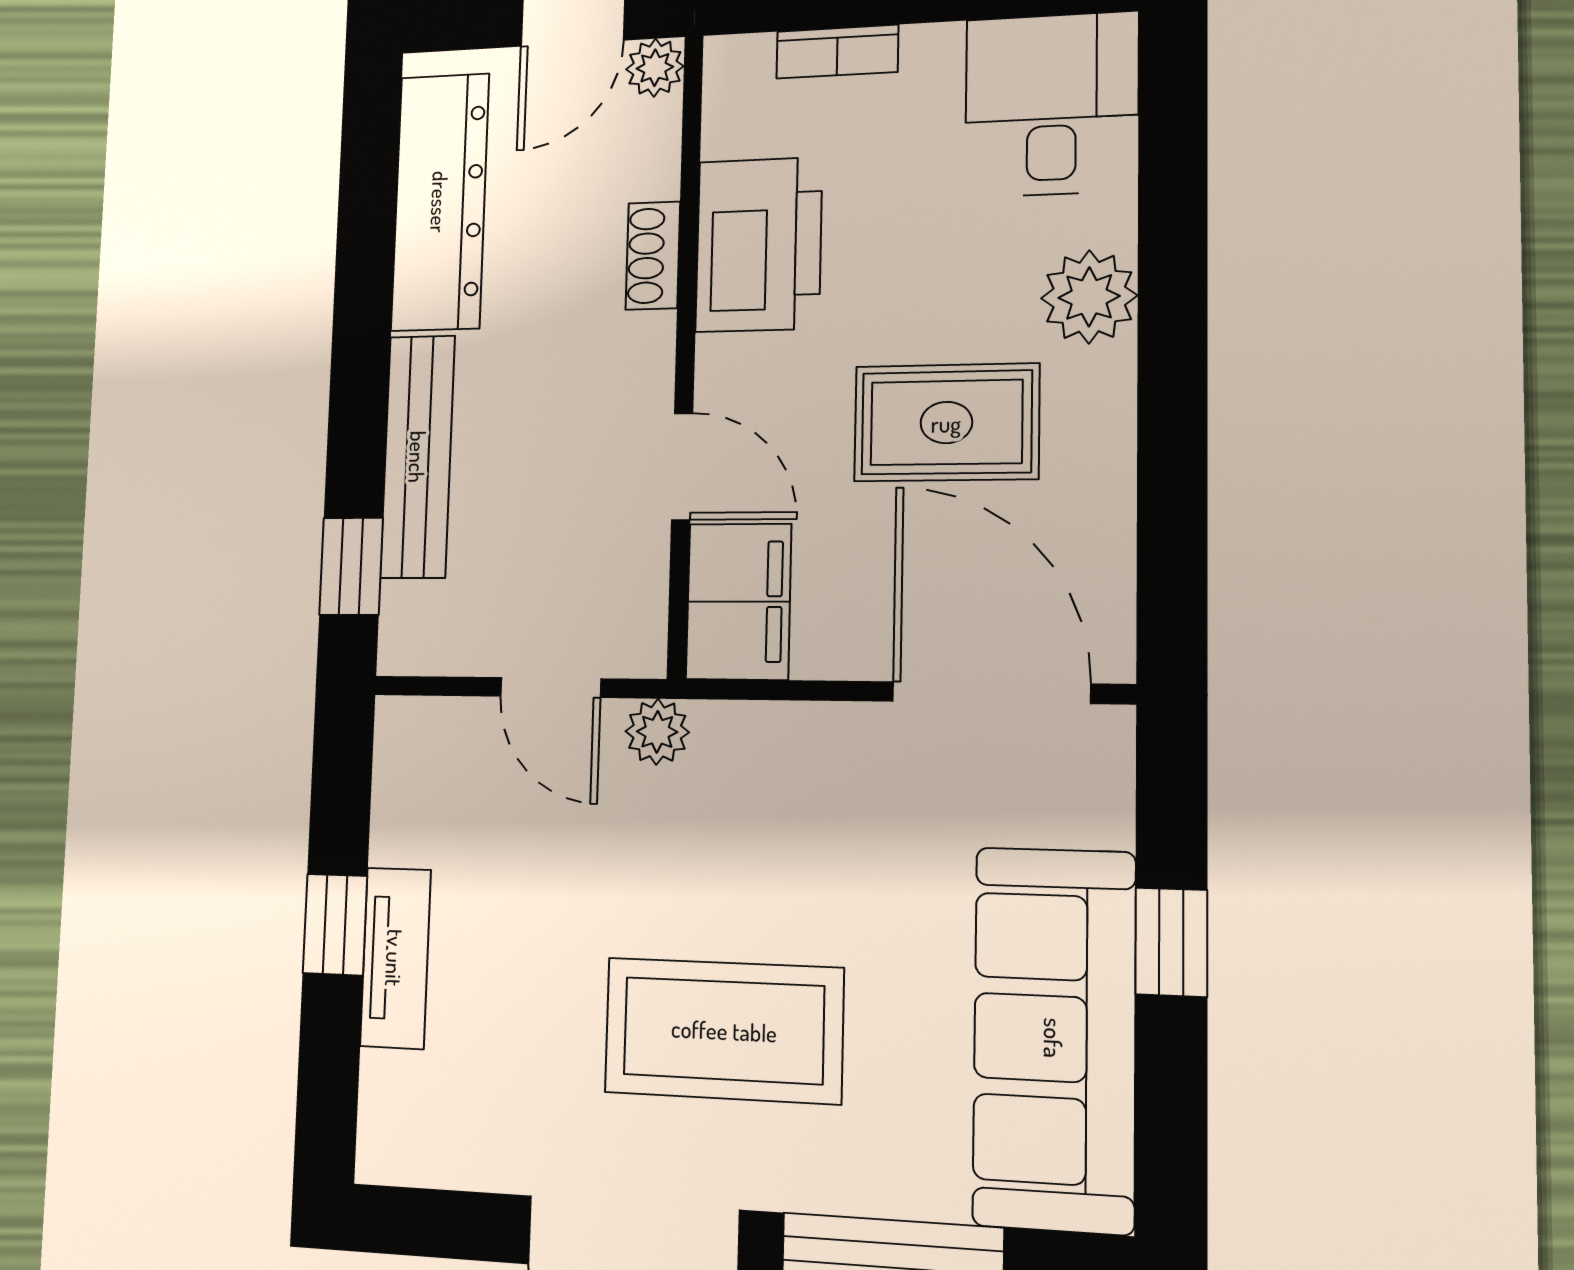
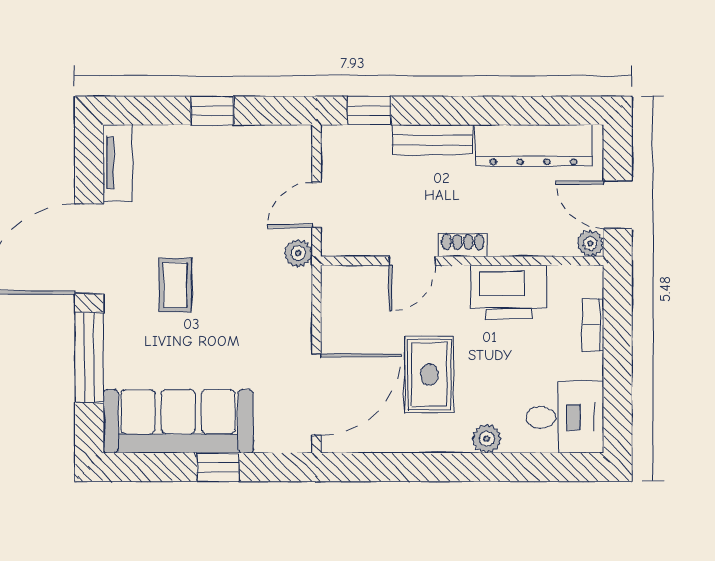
shoe rack: (653, 256) -> (463, 245), moved
plant: (1089, 297) -> (487, 439), width x0.73, depth x0.73
bench: (418, 457) -> (433, 140), width x0.73
filing cabinet: (739, 602) -> (354, 287), removed
tv unit: (395, 958) -> (118, 163), moved, turned -90
coffee table: (724, 1030) -> (175, 285), width x0.54, depth x0.58

